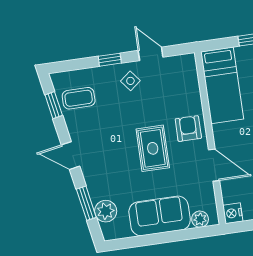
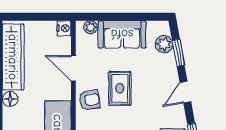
armchair: (188, 129) -> (90, 100), turned -99
door: (70, 156) -> (185, 92), swing flipped

